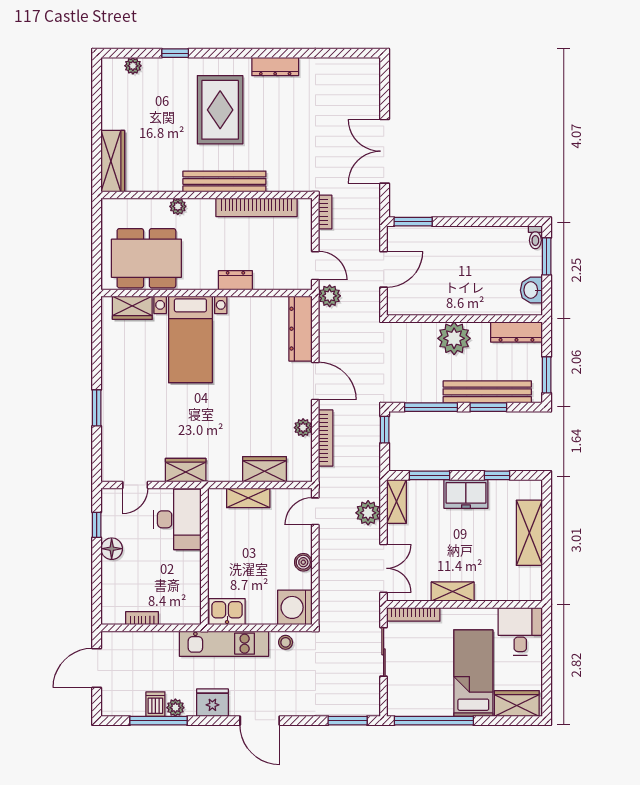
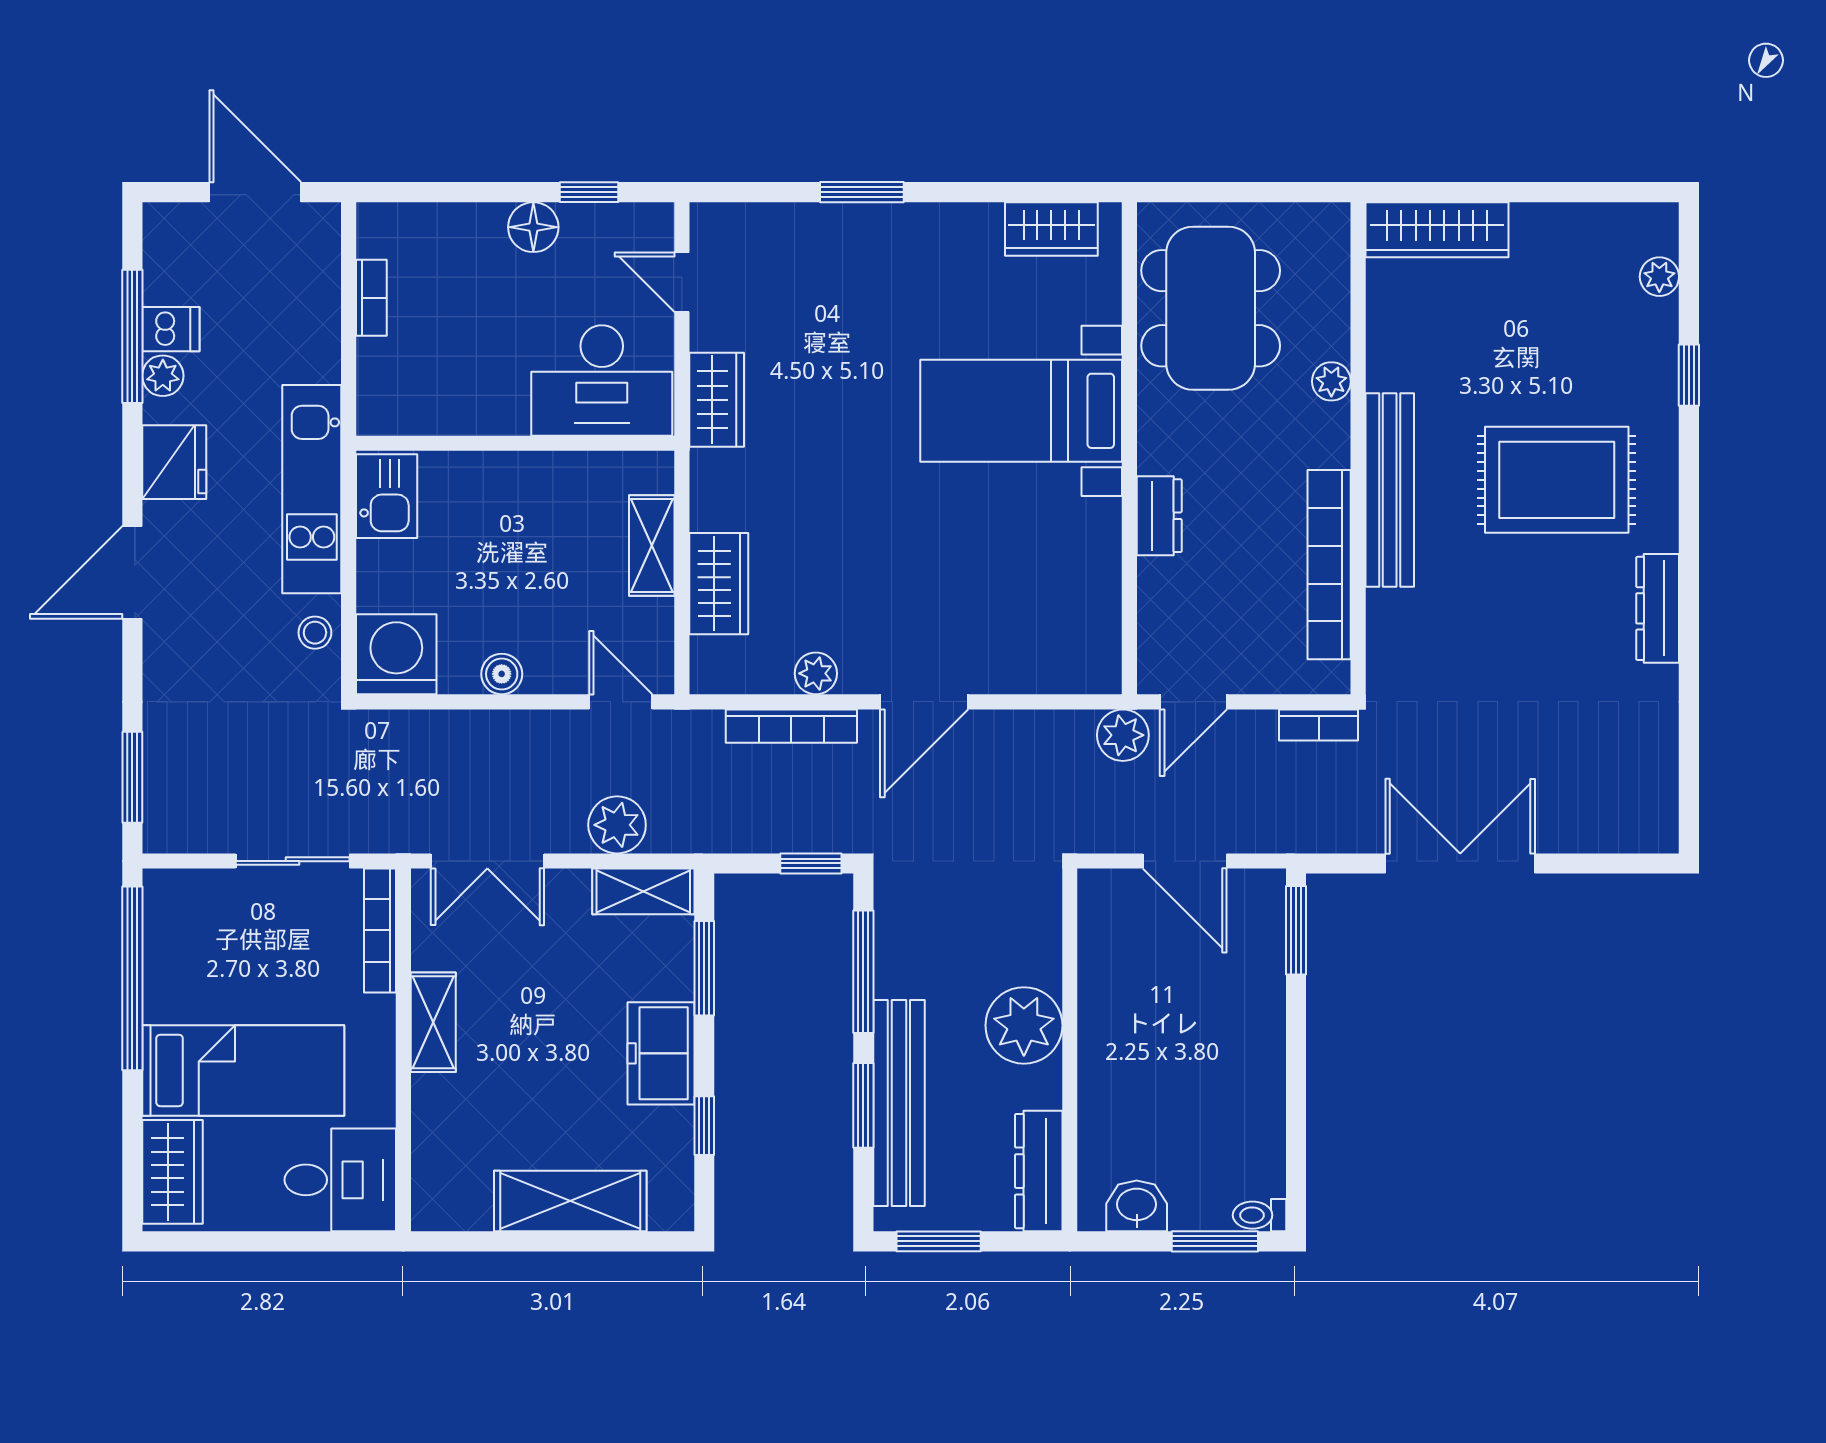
wardrobe: (132, 308) -> (1051, 229), moved, turned -90
dresser: (300, 329) -> (1046, 667), removed

